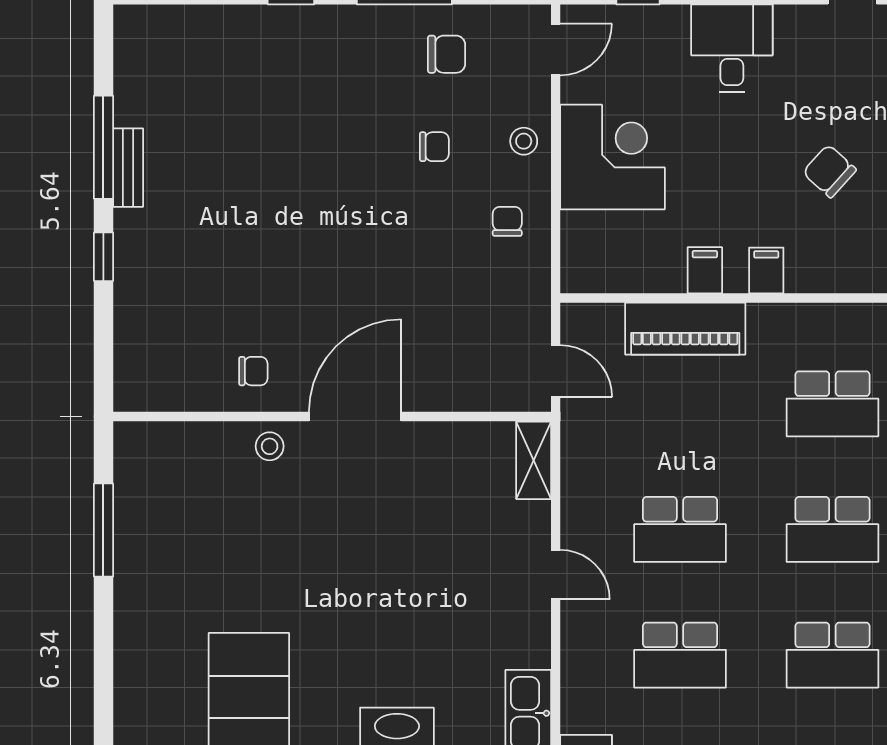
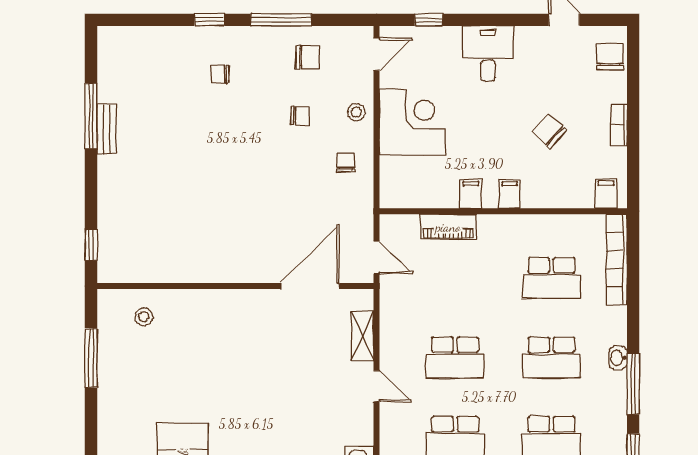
window: (103, 257) -> (91, 245), moved
piano: (685, 329) -> (448, 227), width x0.73, depth x0.75
chair: (253, 371) -> (220, 74), moved, turned 180
door: (355, 416) -> (310, 286), moved
stool: (270, 446) -> (144, 317), moved
shelving: (534, 460) -> (363, 336), moved

